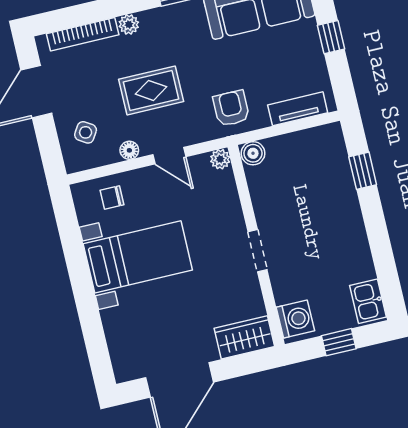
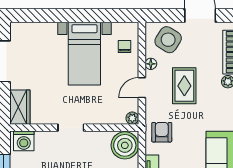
armchair: (231, 108) -> (162, 132), turned -90
side table: (86, 132) -> (168, 40), width x1.87, depth x1.87
boiler: (253, 153) -> (125, 145), width x1.86, depth x1.86

